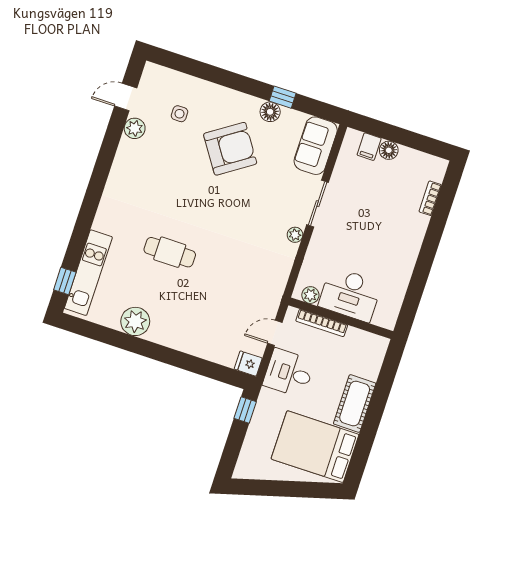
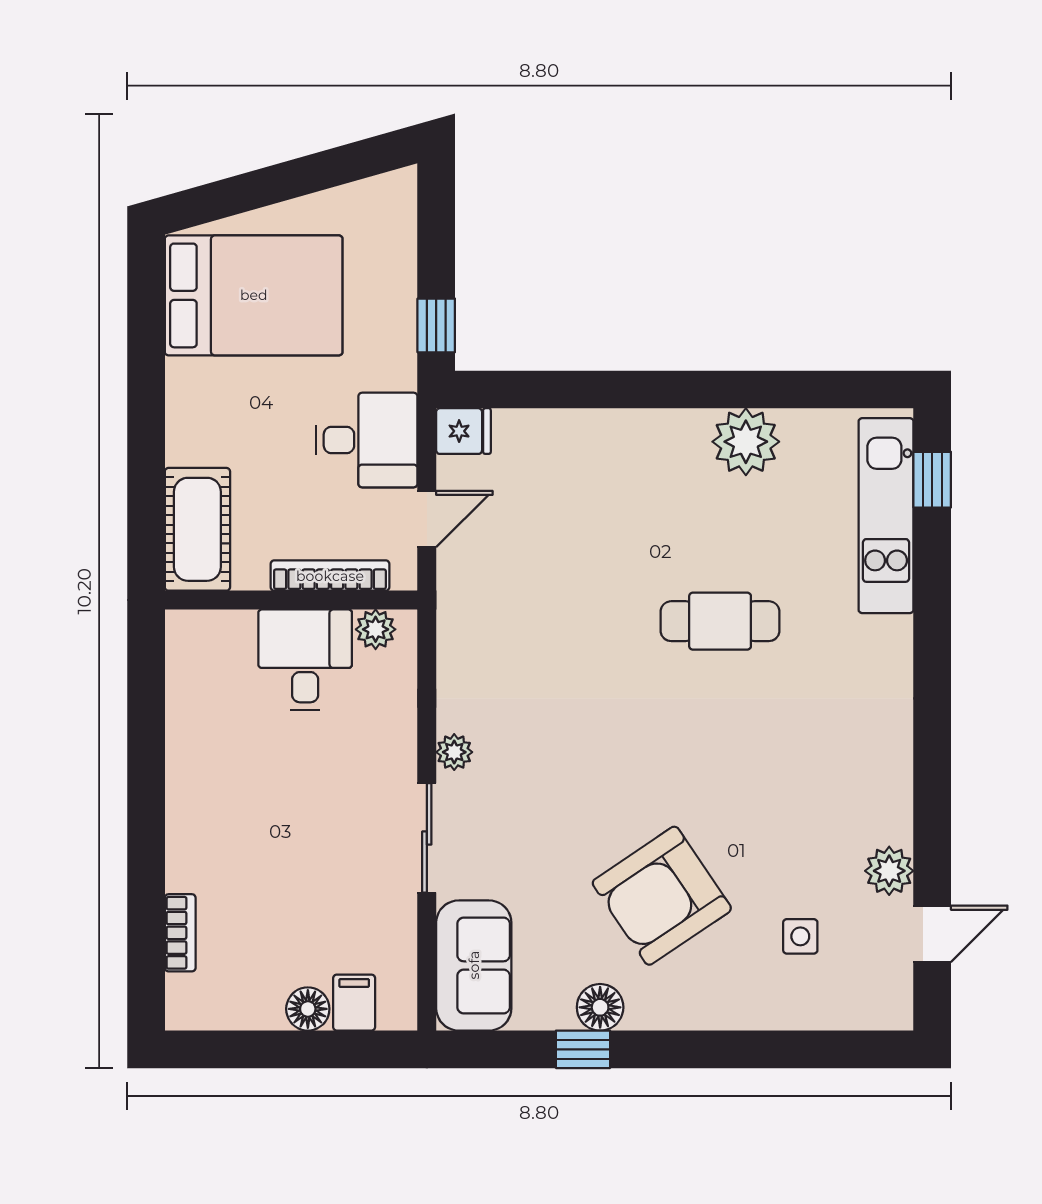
desk: (350, 294) -> (305, 660), width x0.73
cot: (355, 403) -> (197, 529), moved

